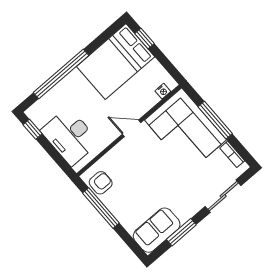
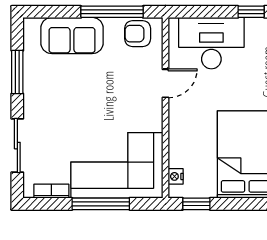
window: (144, 38) -> (196, 204), moved
door: (132, 128) -> (166, 83), moved
armchair: (101, 183) -> (138, 34), turned 90
sofa: (157, 230) -> (72, 36), moved, turned 90

